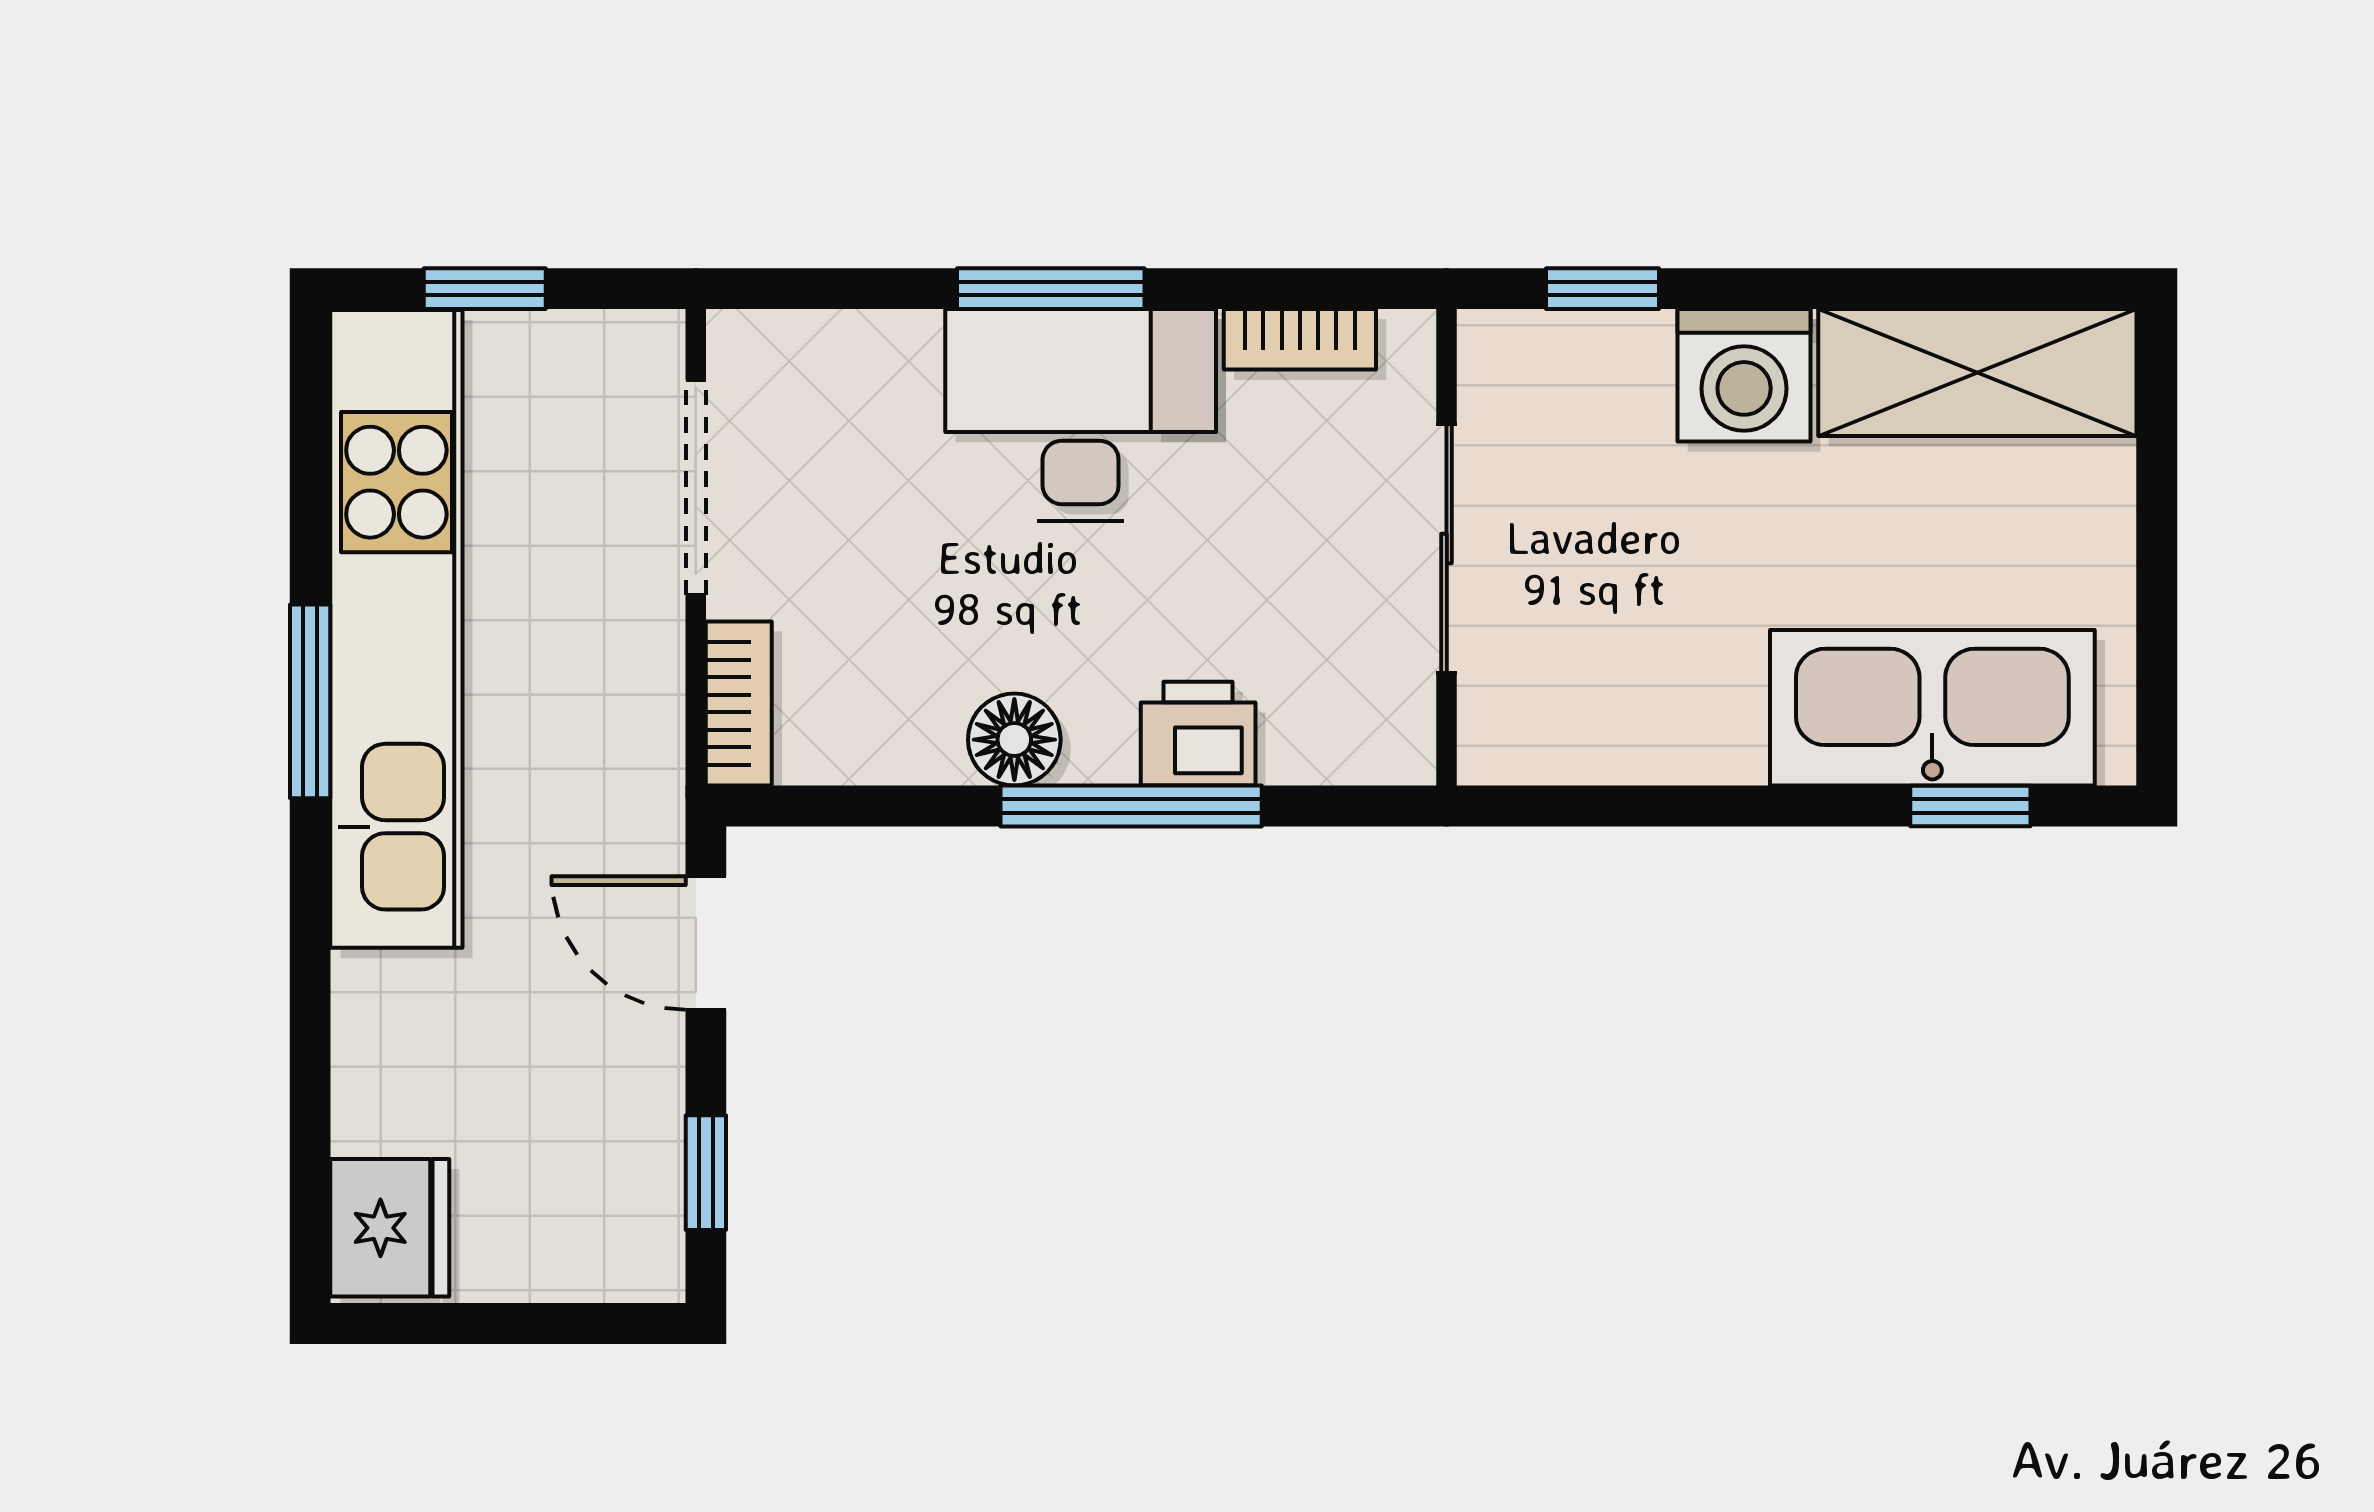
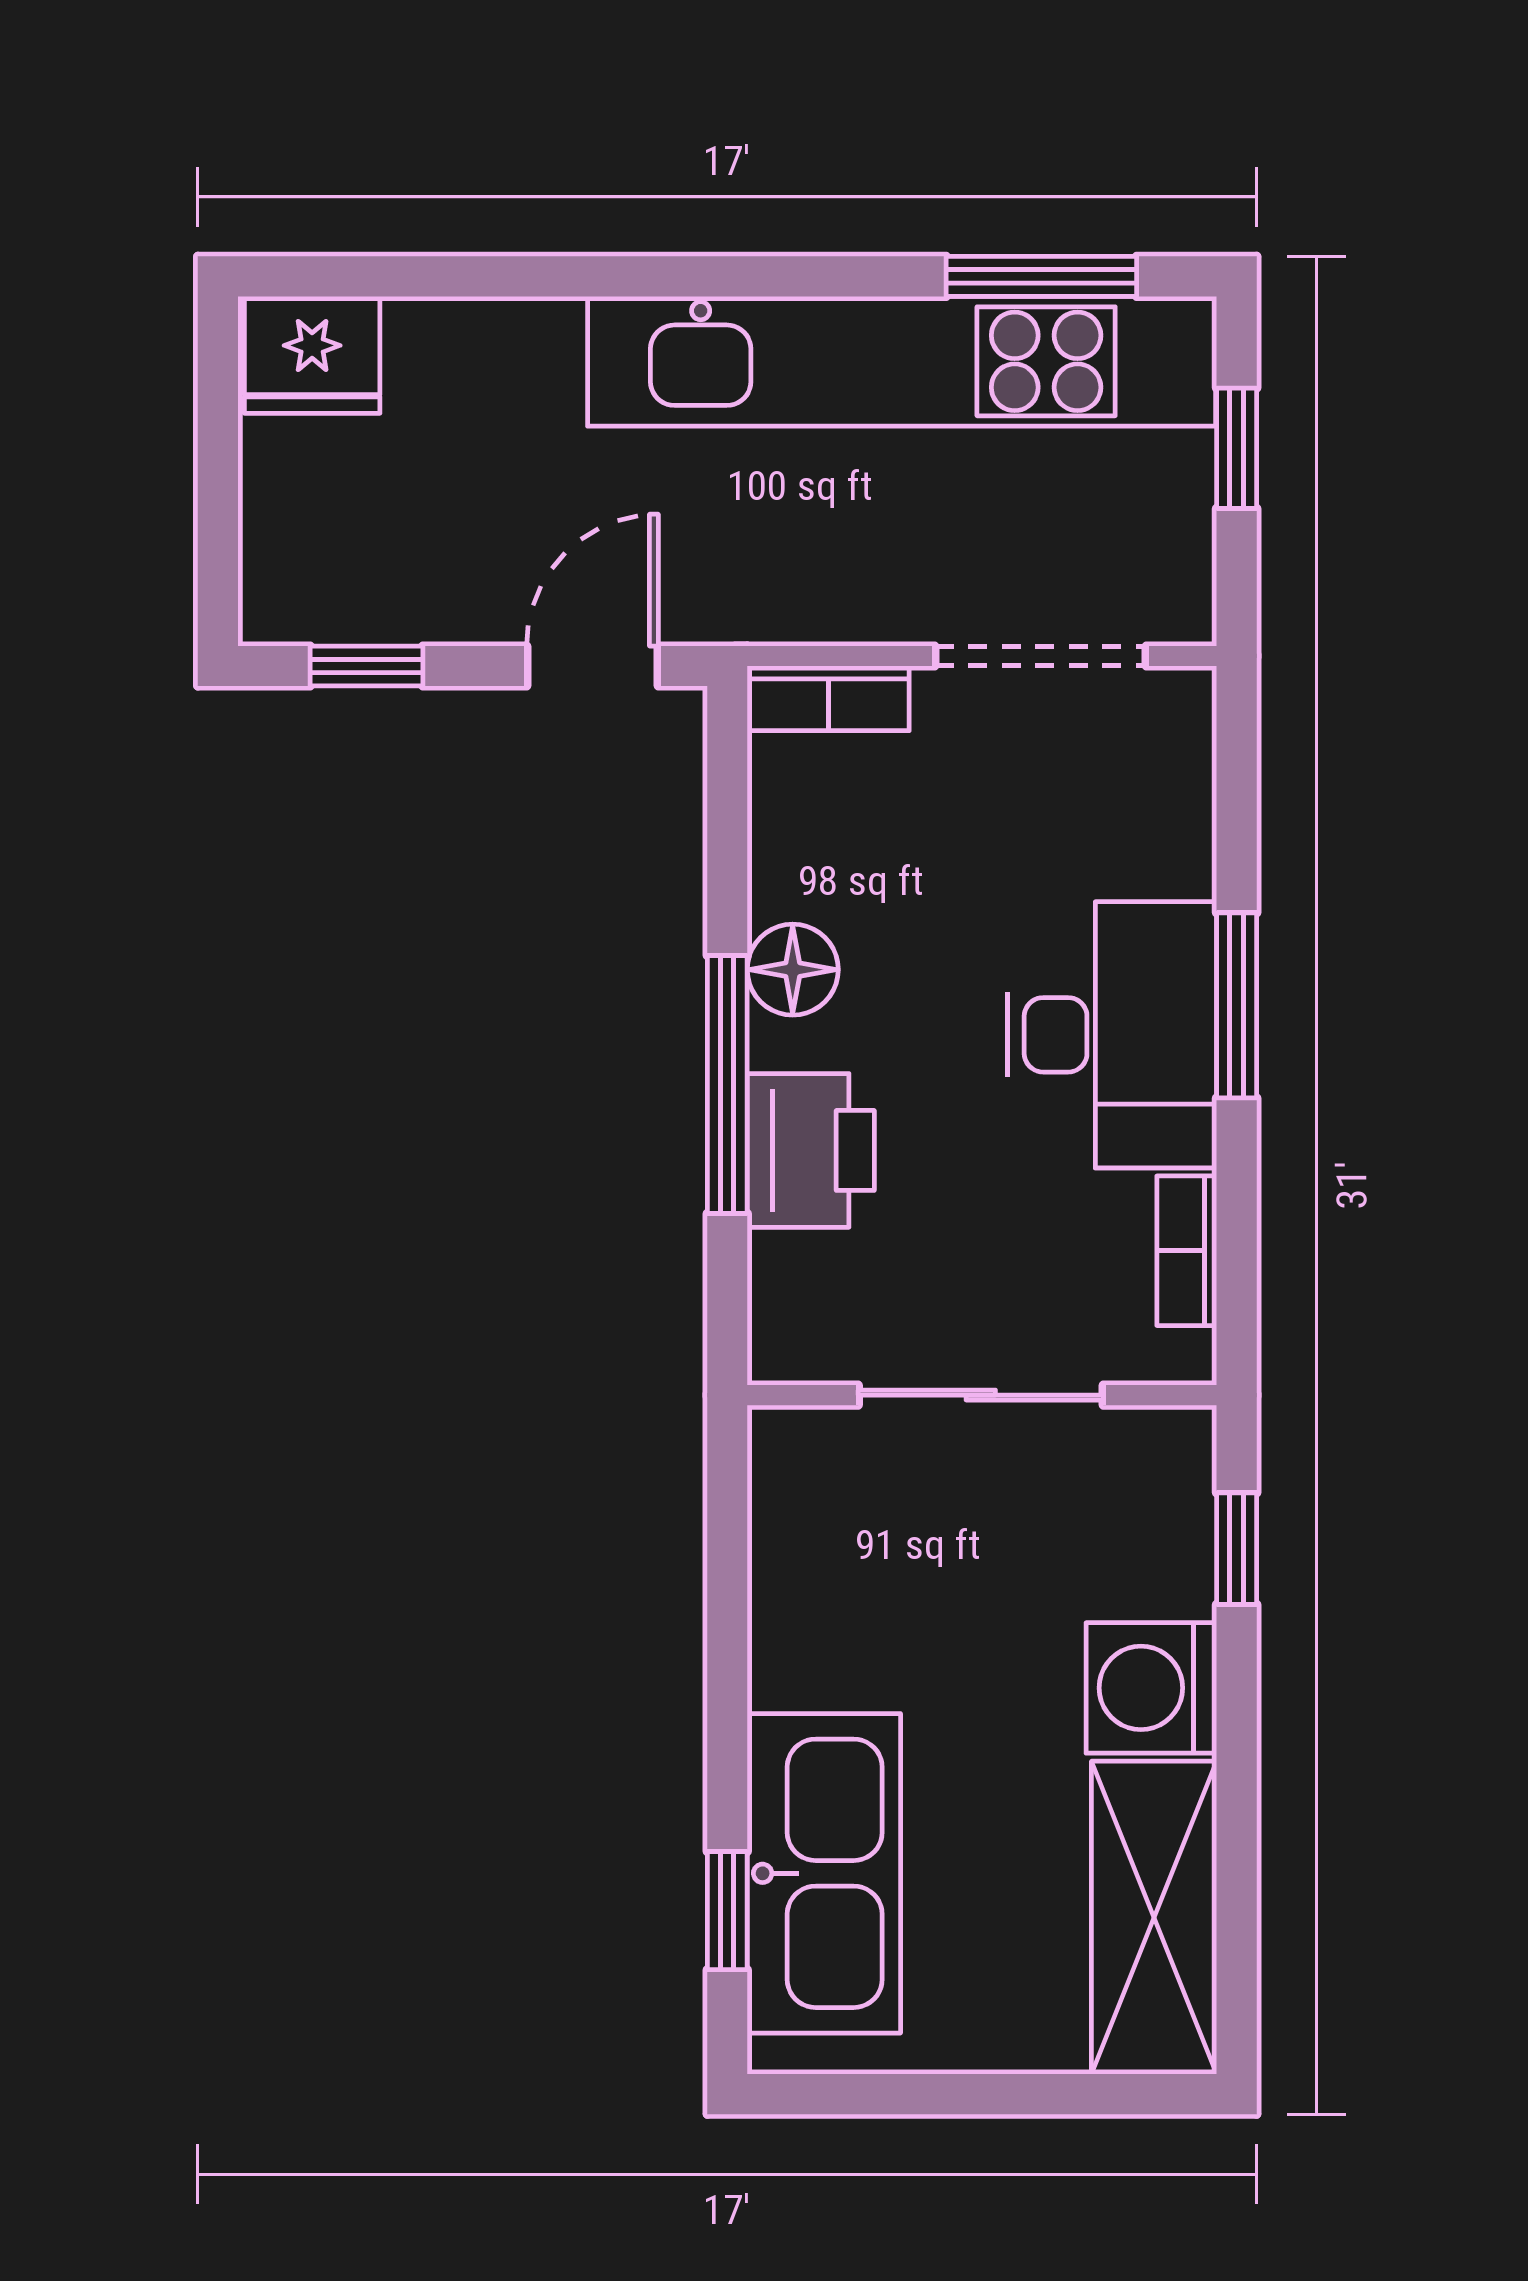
window: (310, 701) -> (1041, 276), moved
printer: (1198, 734) -> (811, 1150), width x1.36, depth x1.24

